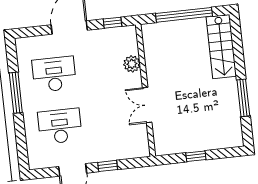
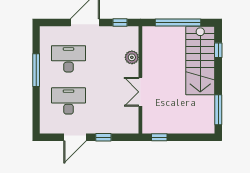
window: (237, 43) -> (218, 50), added
stairs: (221, 47) -> (200, 61), width x1.36, depth x1.51
window: (243, 98) -> (218, 110), moved
window: (196, 156) -> (159, 137), moved

